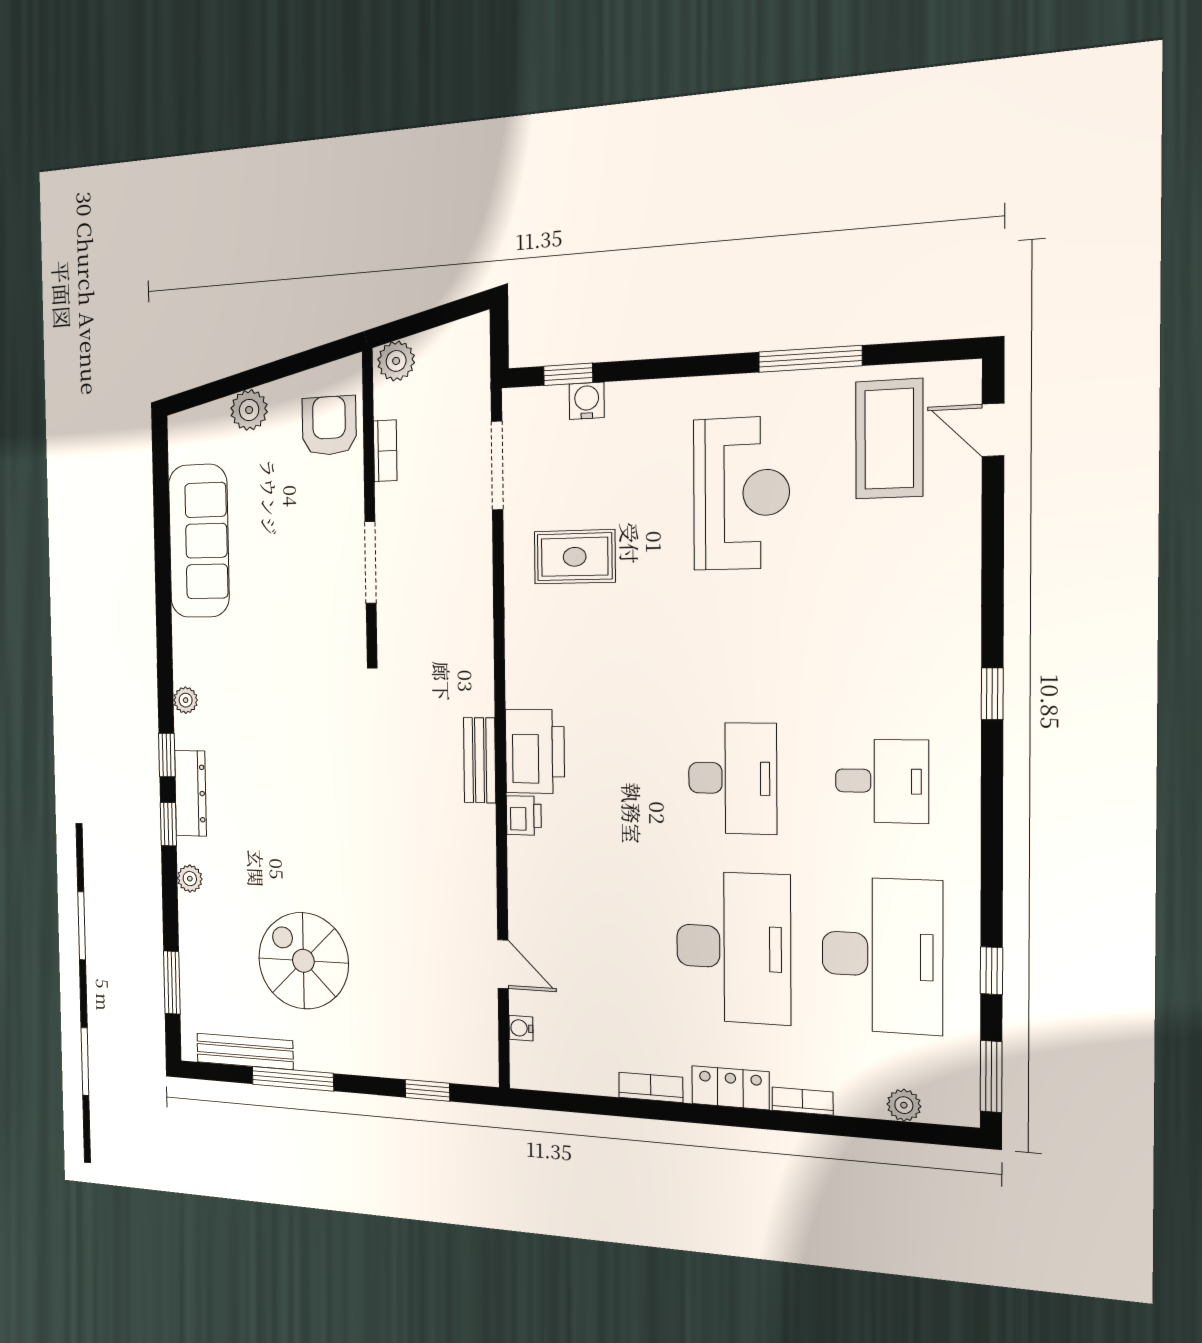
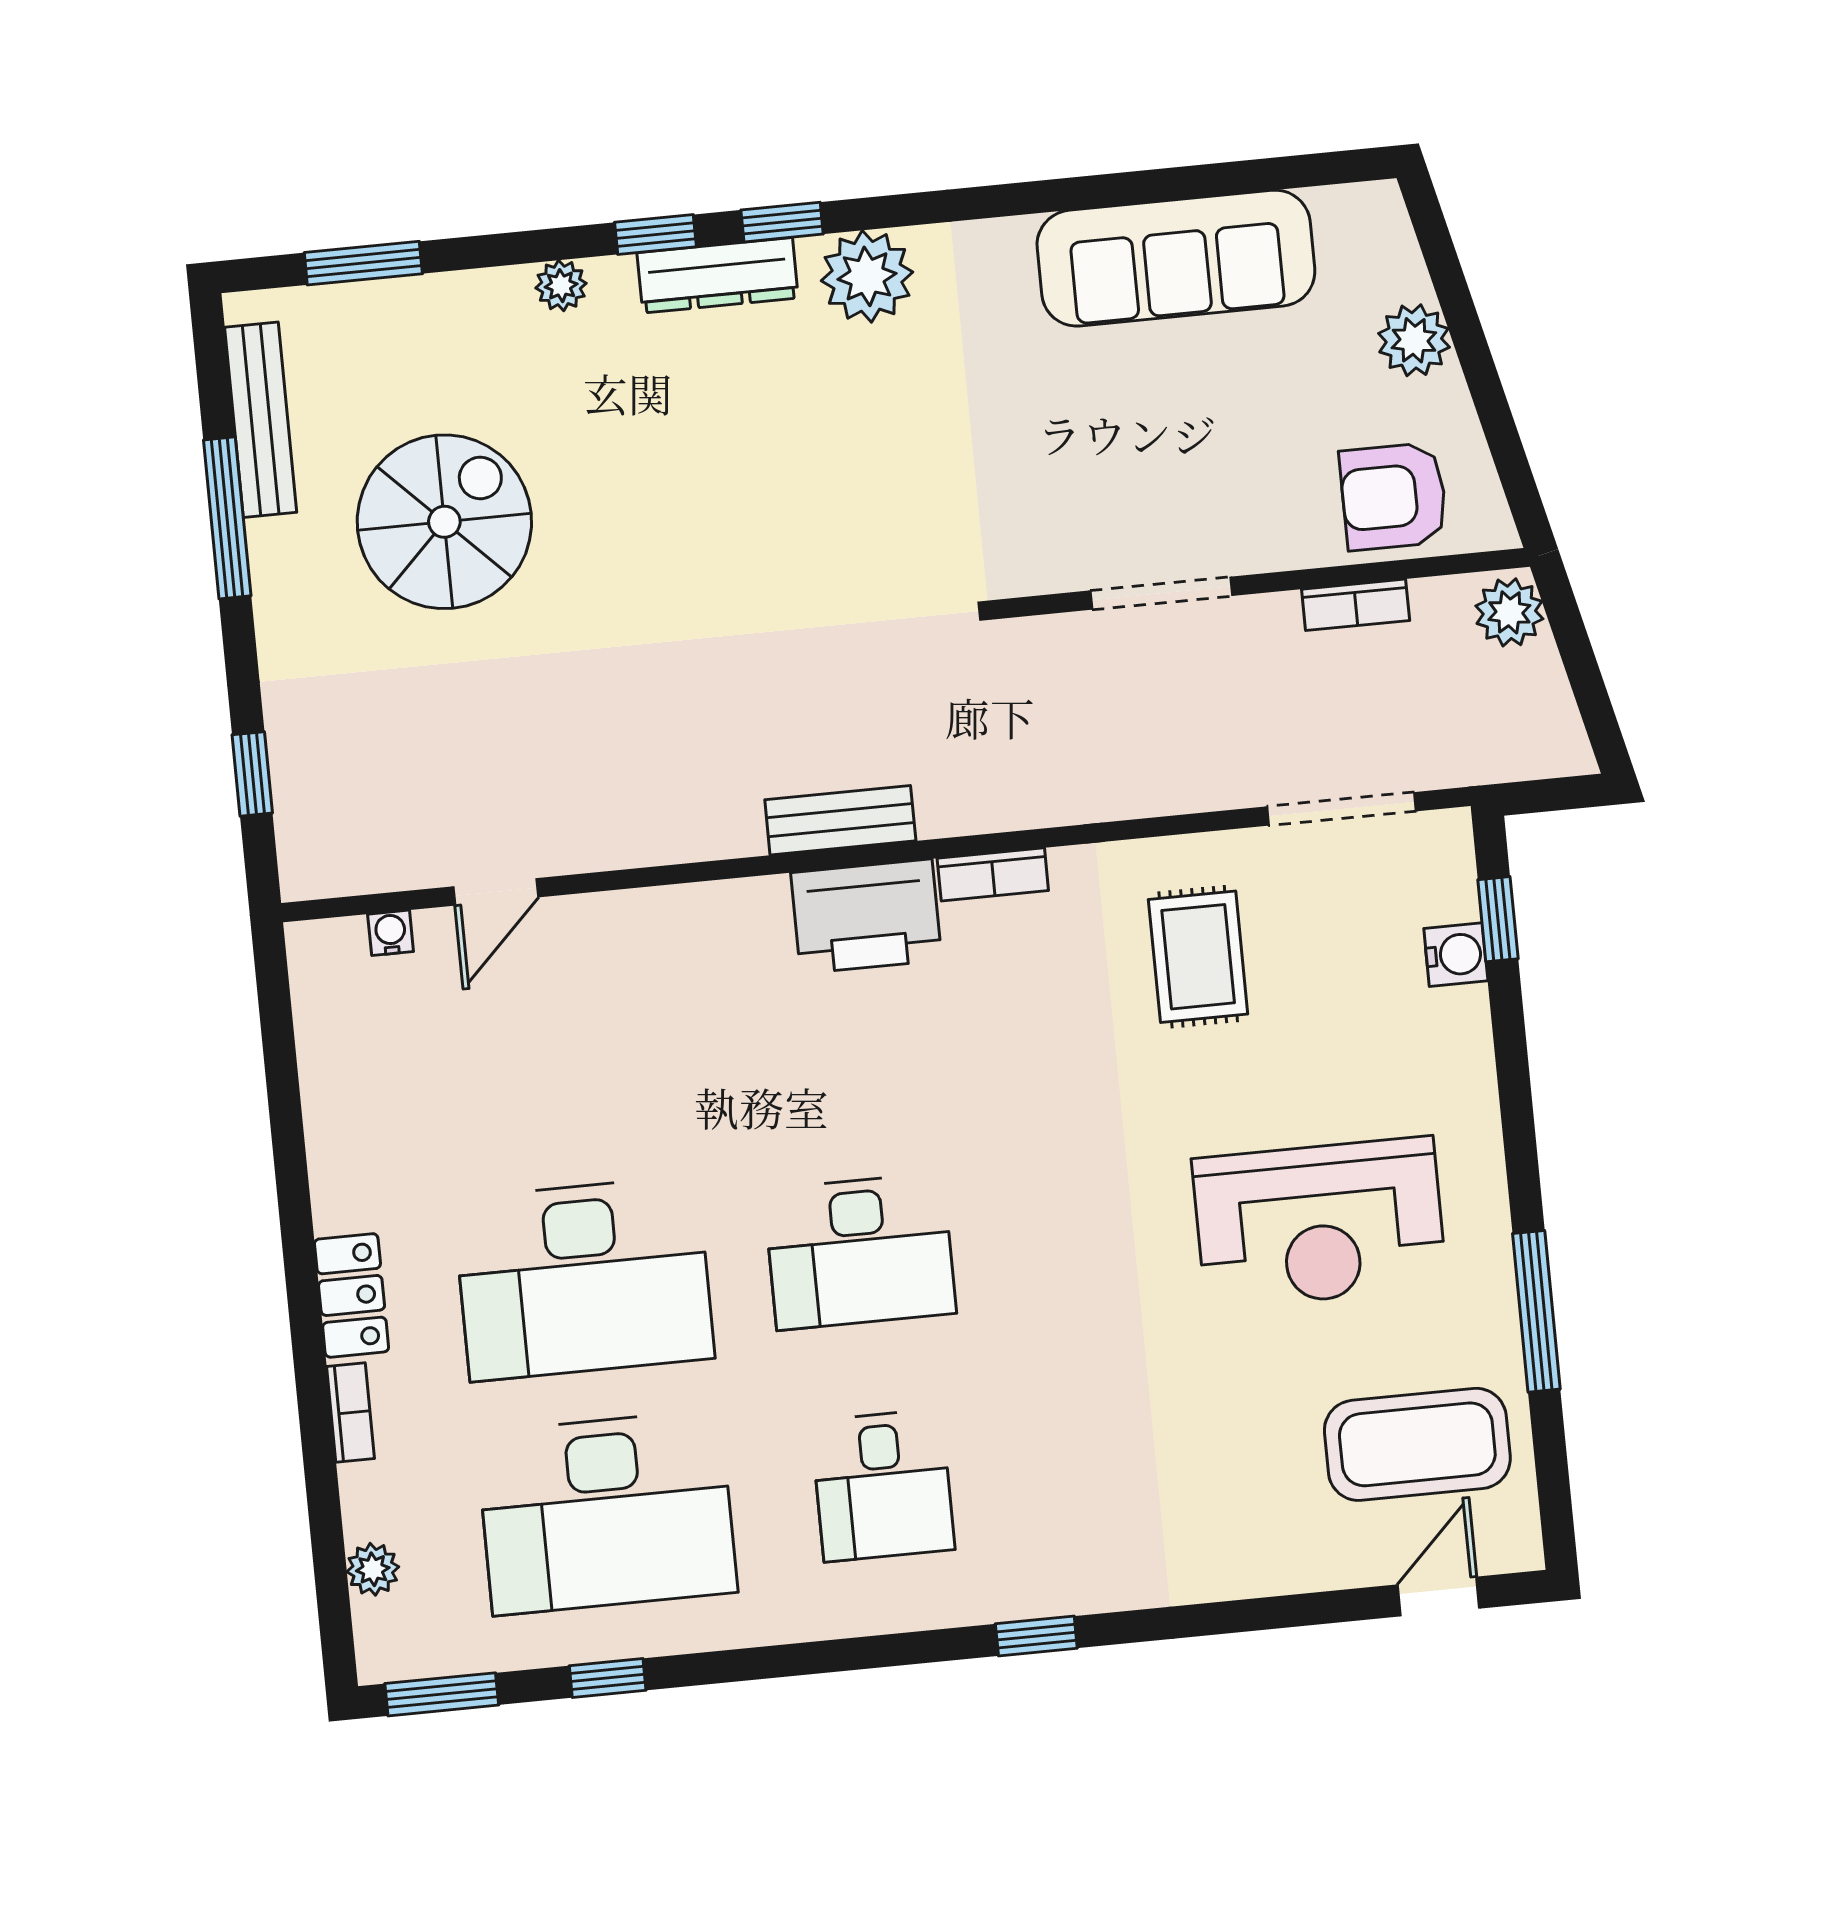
armchair: (329, 426) -> (1394, 496), turned 180
plant: (186, 700) -> (867, 276), width x1.88, depth x1.88
printer: (524, 815) -> (755, 906), removed
bookcase: (651, 1087) -> (993, 874), moved, turned 90

